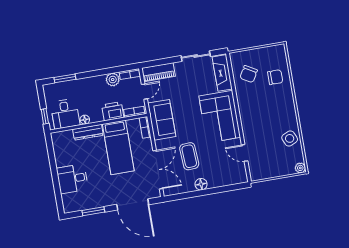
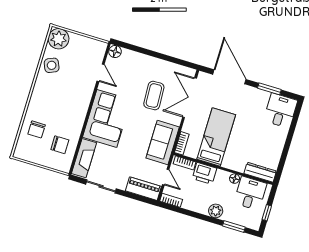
chair: (249, 74) -> (60, 145), turned 60
chair: (275, 77) -> (37, 129), turned -90
plant: (113, 80) -> (216, 211), moved
door: (144, 92) -> (166, 177), swing flipped
window: (45, 116) -> (267, 213), moved
dresser: (88, 132) -> (260, 172), moved
plant: (300, 168) -> (59, 39), width x1.88, depth x1.88
desk: (72, 179) -> (280, 111), moved, turned -90
floor lamp: (201, 184) -> (115, 52), moved

